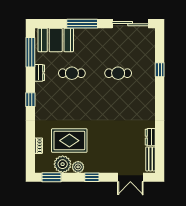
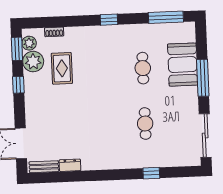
booth: (56, 40) -> (183, 65), moved
dresser: (40, 73) -> (142, 29), removed
rug: (69, 141) -> (62, 68), width x0.73, depth x0.70
plant: (78, 167) -> (29, 43), moved
window: (92, 177) -> (18, 85), moved

